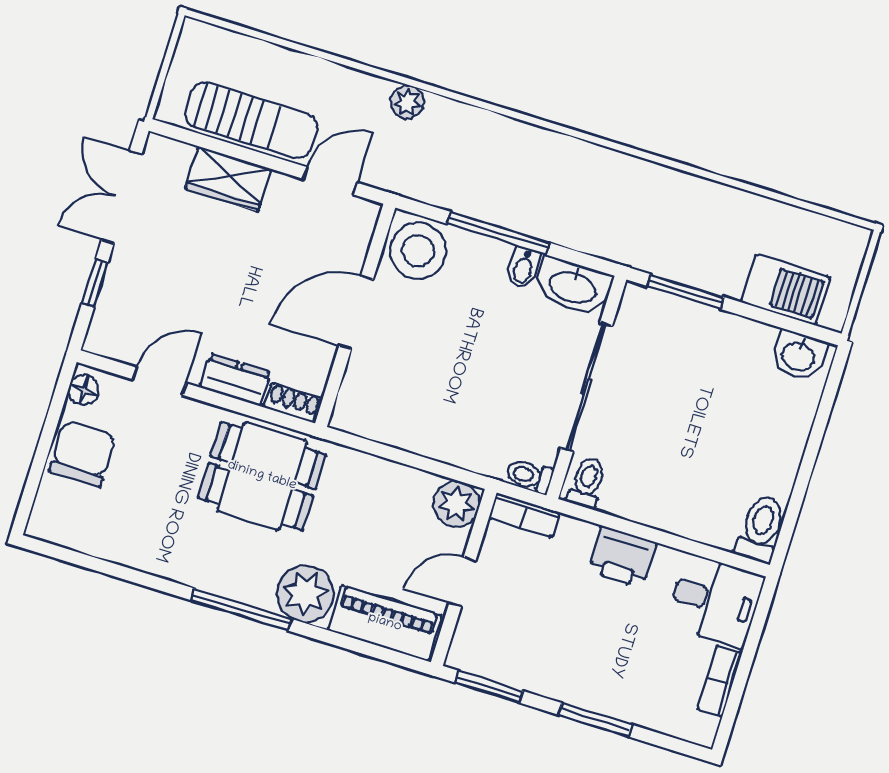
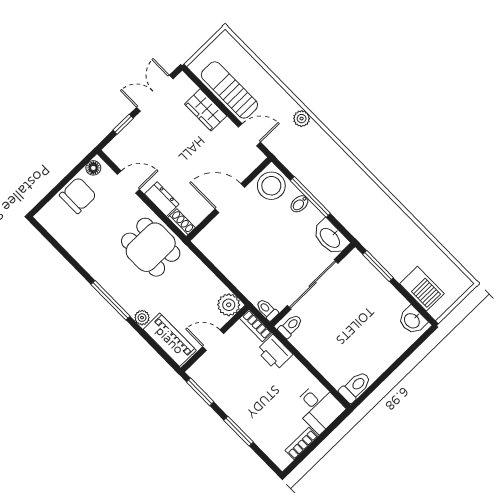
sun lounger: (251, 120) -> (229, 90), turned 180
bidet: (523, 268) -> (299, 204), moved
printer: (622, 557) -> (275, 352), moved
plant: (305, 594) -> (142, 318), width x0.53, depth x0.53

